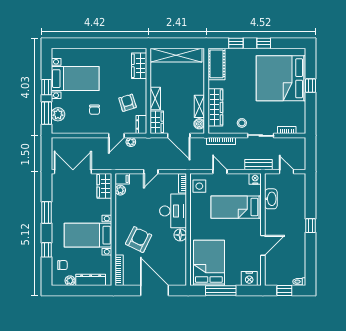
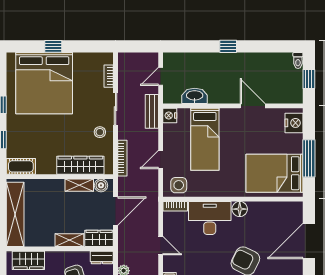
cot: (217, 64) -> (21, 166), width x0.73, depth x0.75

